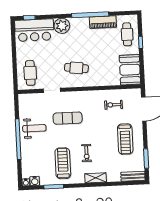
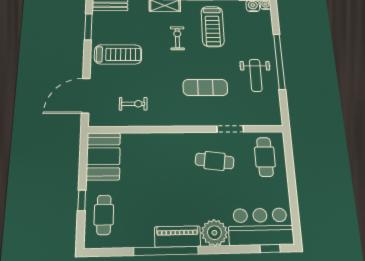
piano: (103, 22) -> (177, 237), moved
cafe table: (76, 68) -> (215, 161), moved
weight bench: (34, 128) -> (256, 75), turned -90
treadmill: (125, 139) -> (118, 54), turned 90

